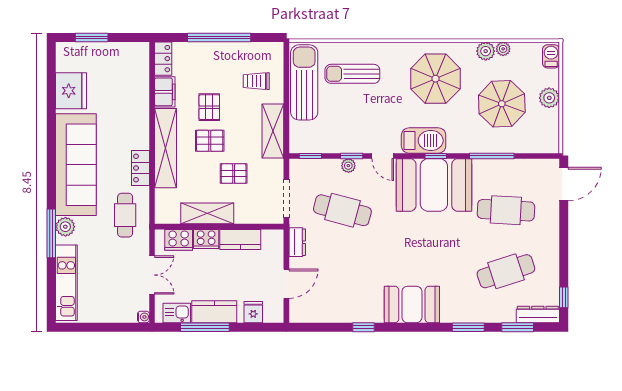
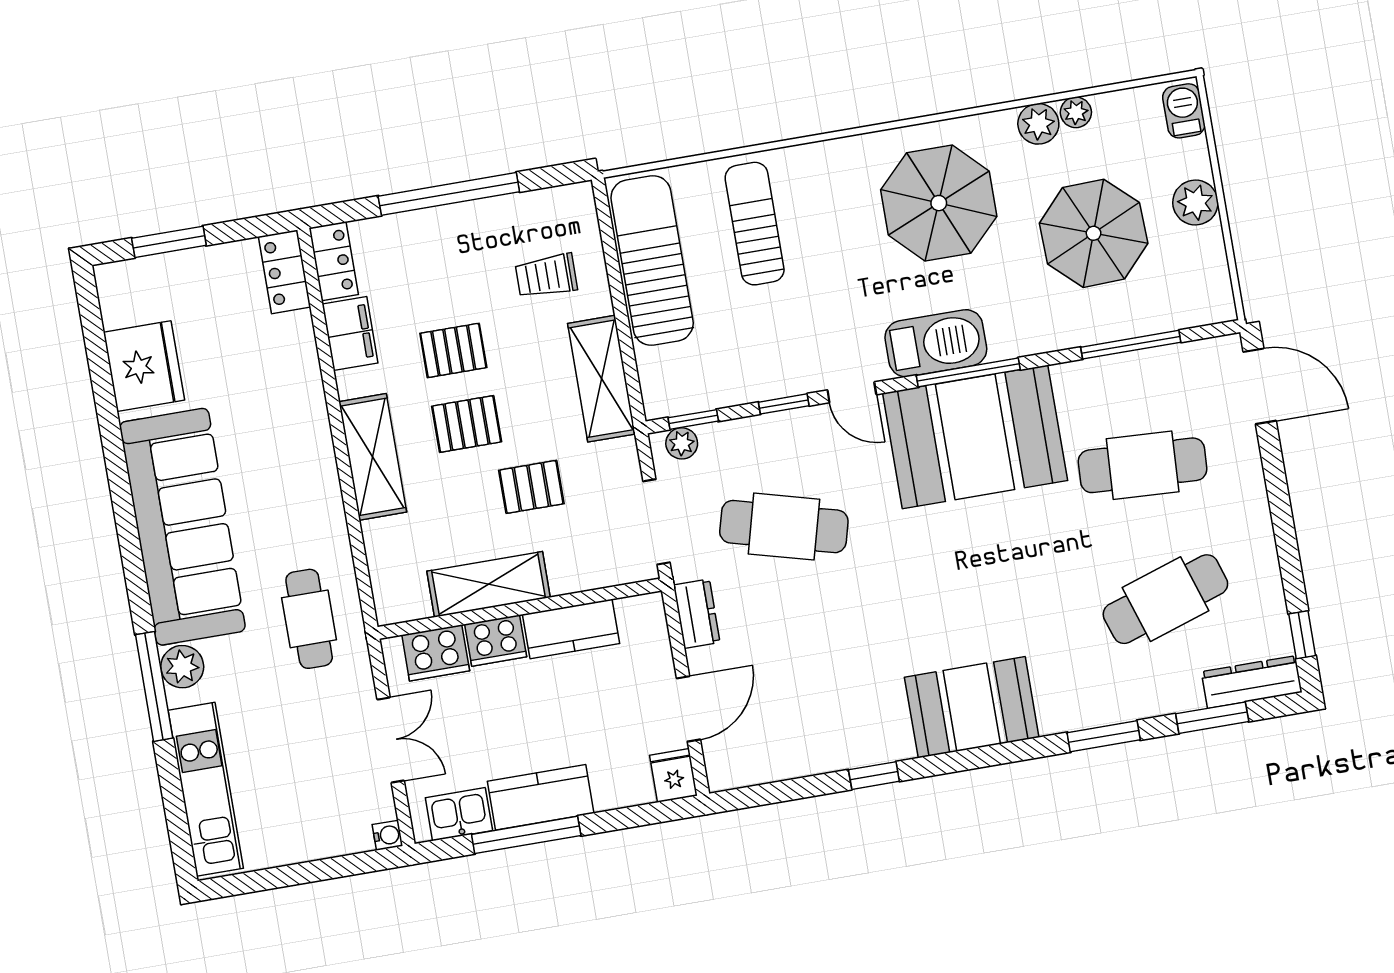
sun lounger: (352, 74) -> (755, 224), turned 90
pallet: (209, 107) -> (453, 350), turned 90
shelving: (166, 148) -> (373, 457), width x0.68
window: (436, 156) -> (968, 372), width x2.17
window: (492, 156) -> (1131, 345), moved
plant: (348, 166) -> (682, 443), moved
locker: (140, 168) -> (284, 272), moved
door: (564, 184) -> (1260, 386), hinge flipped
fridge: (253, 312) -> (673, 775), moved

